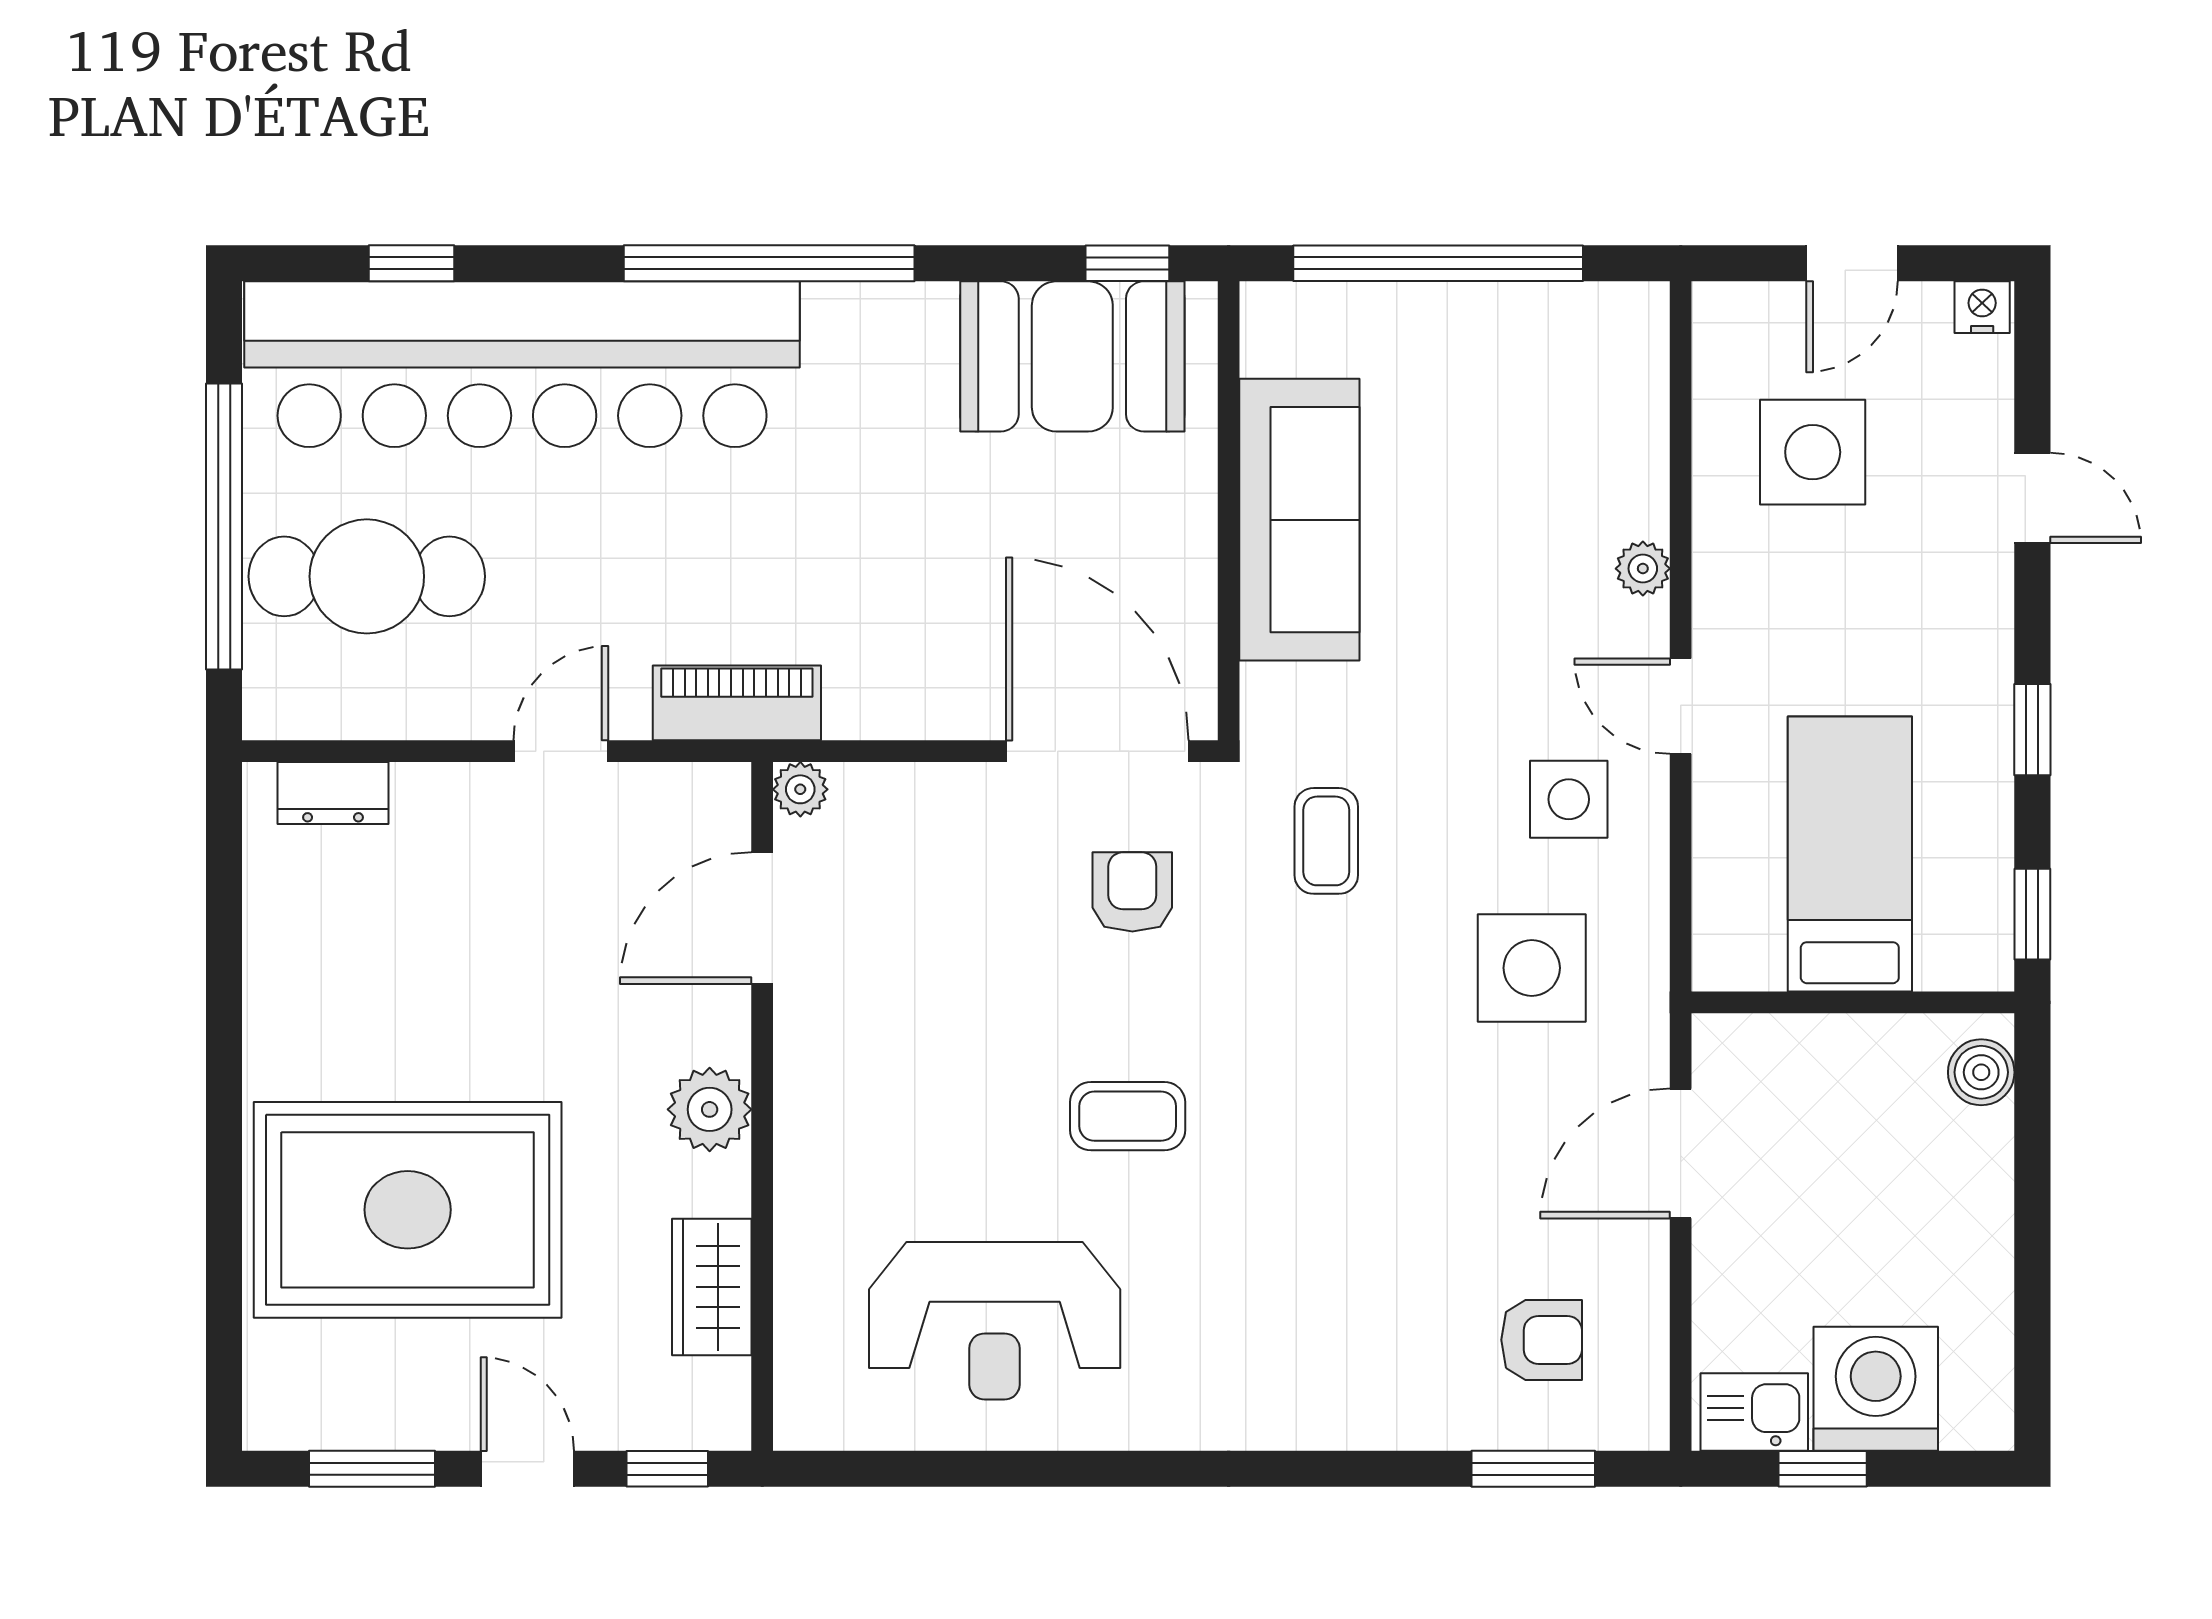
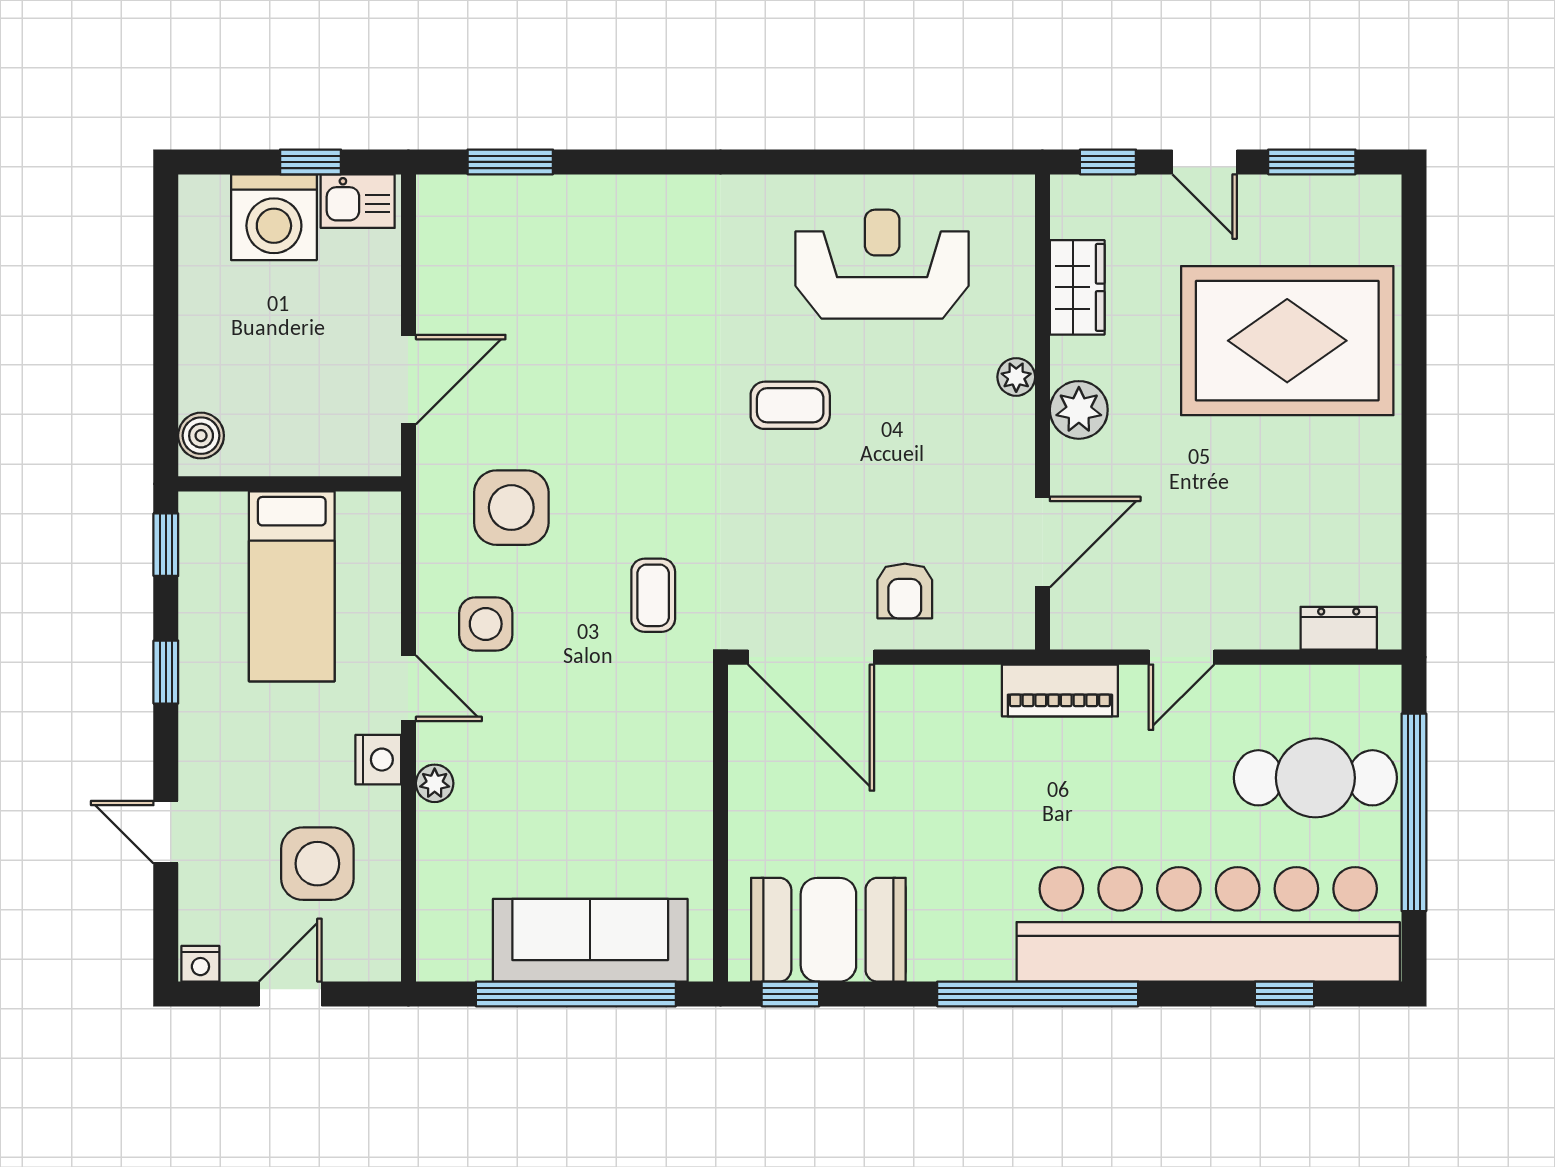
sofa: (1299, 520) -> (590, 940), moved, turned 90
nightstand: (1725, 603) -> (378, 760), added
plant: (800, 789) -> (1016, 377), moved
armchair: (1132, 892) -> (905, 591), moved
armchair: (1542, 1340) -> (504, 251), removed

